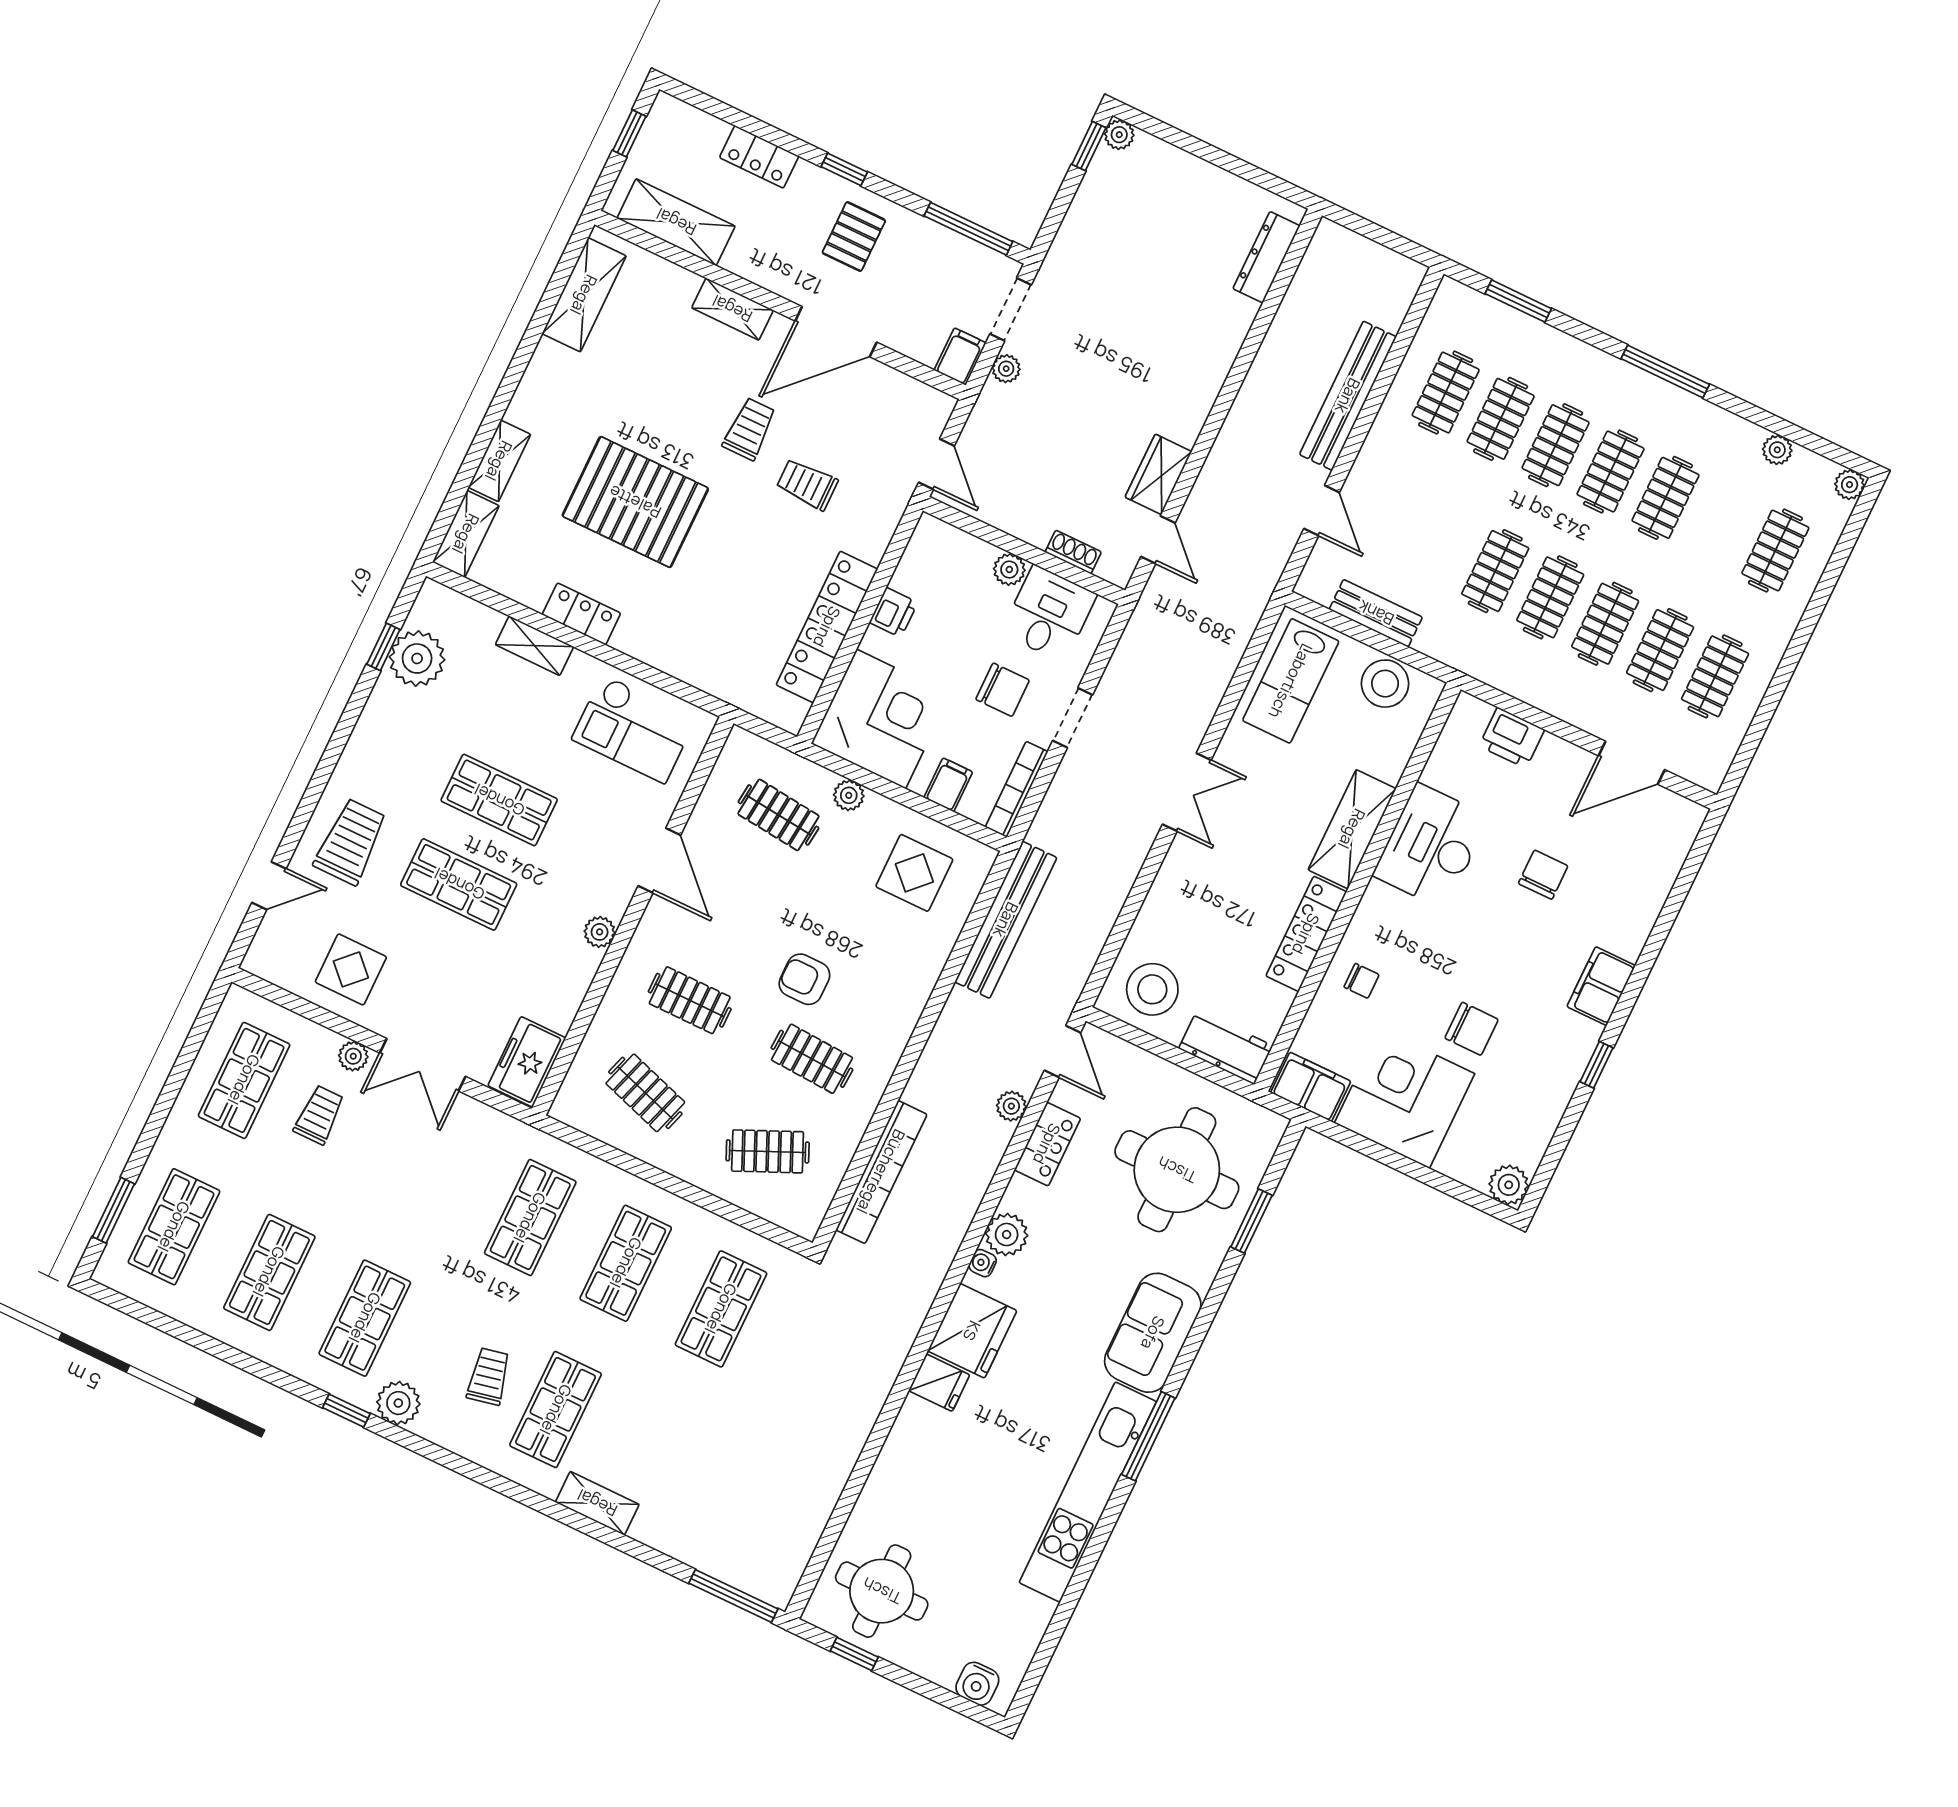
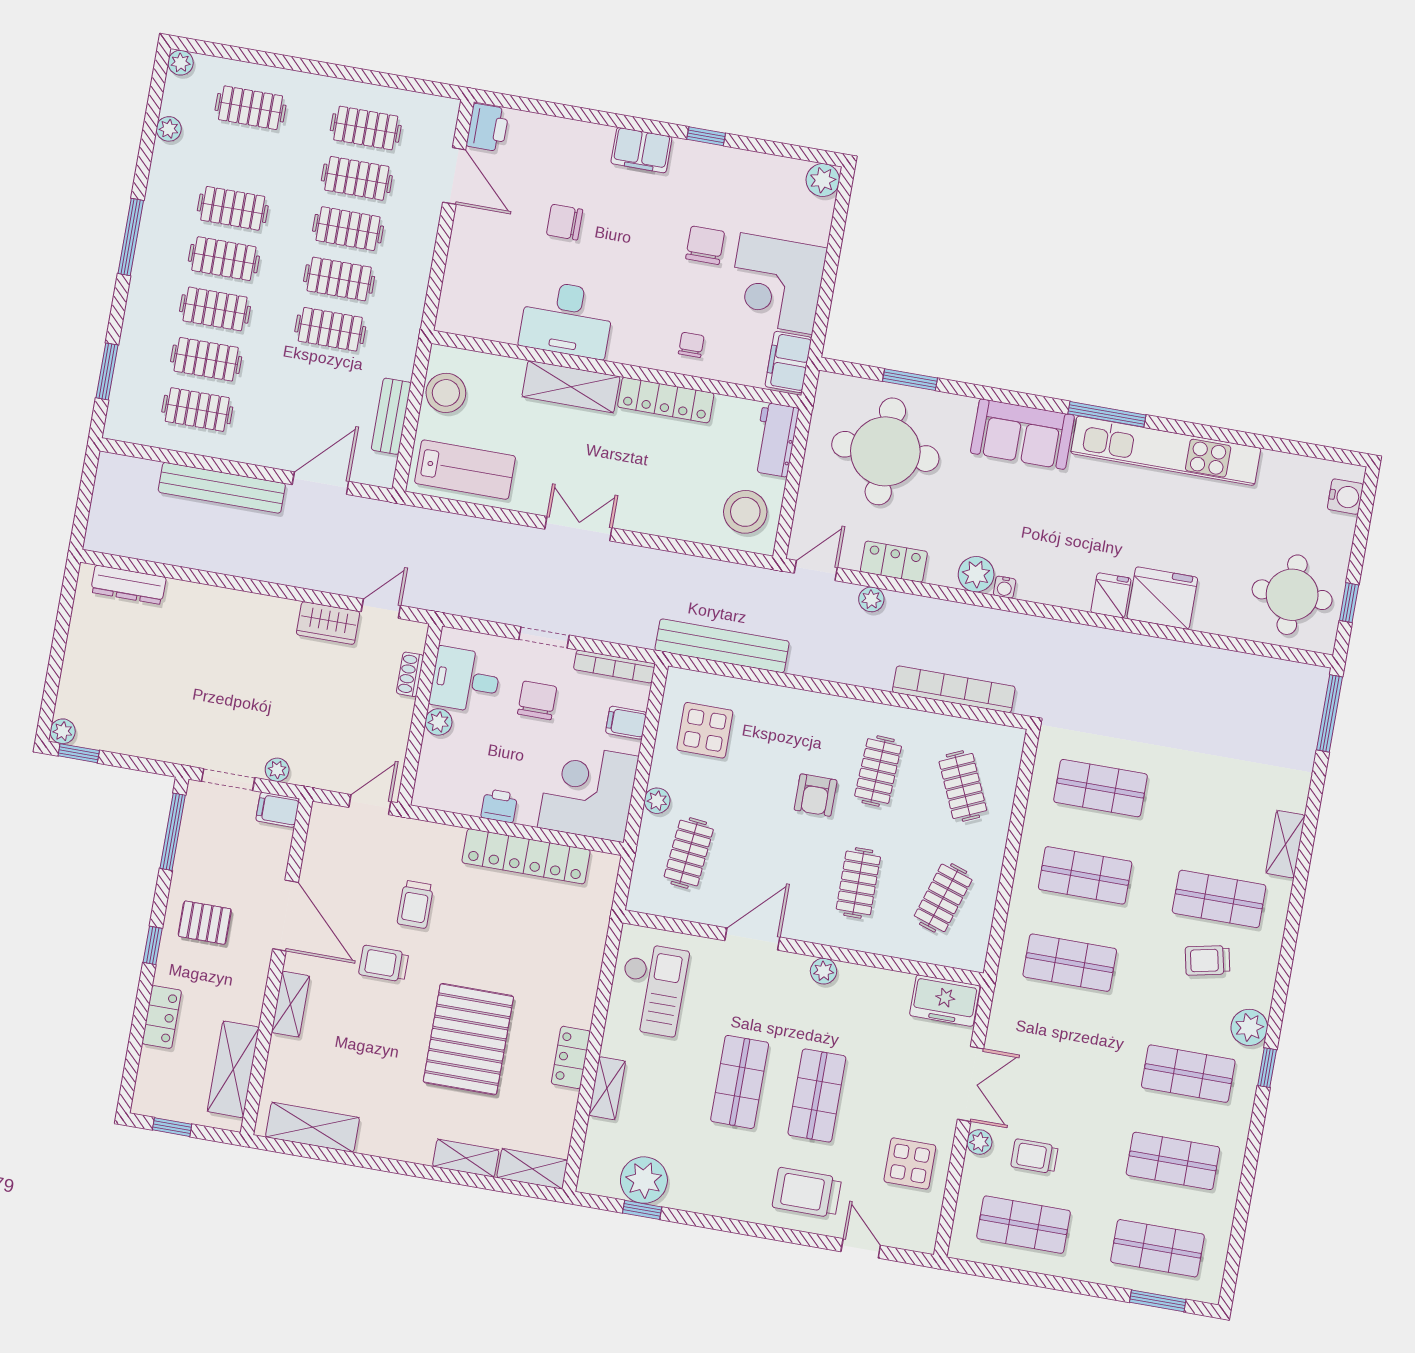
door: (1322, 510) -> (320, 483), width x1.38
printer: (1512, 738) -> (488, 128), moved
fridge: (972, 1331) -> (1162, 598), moved

